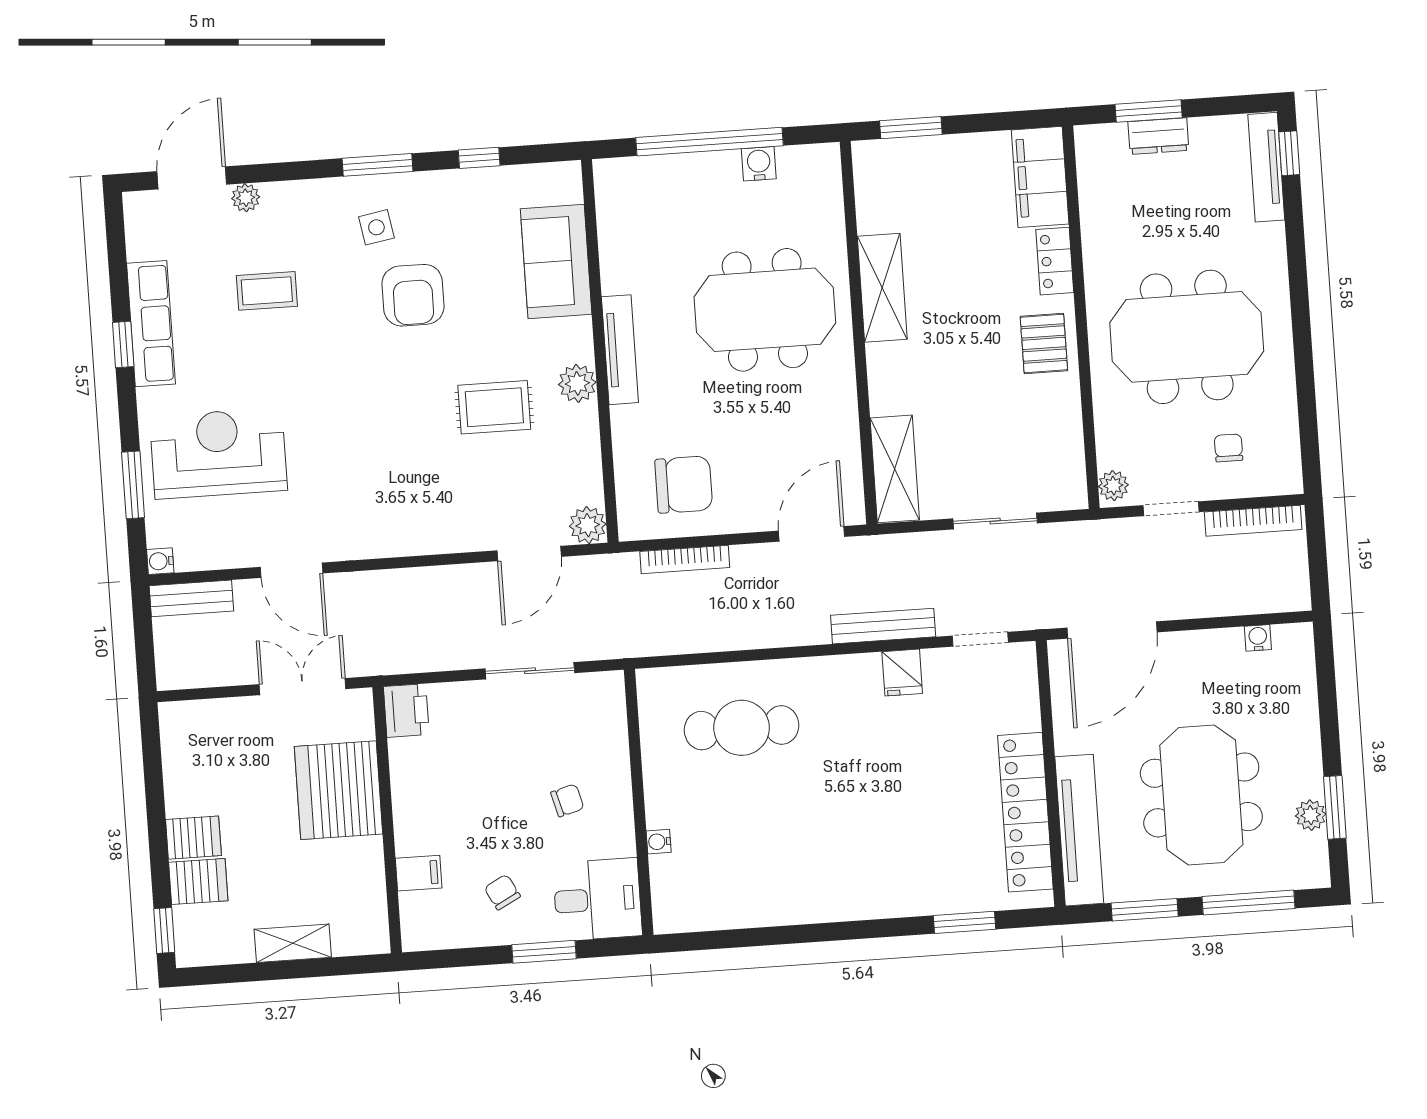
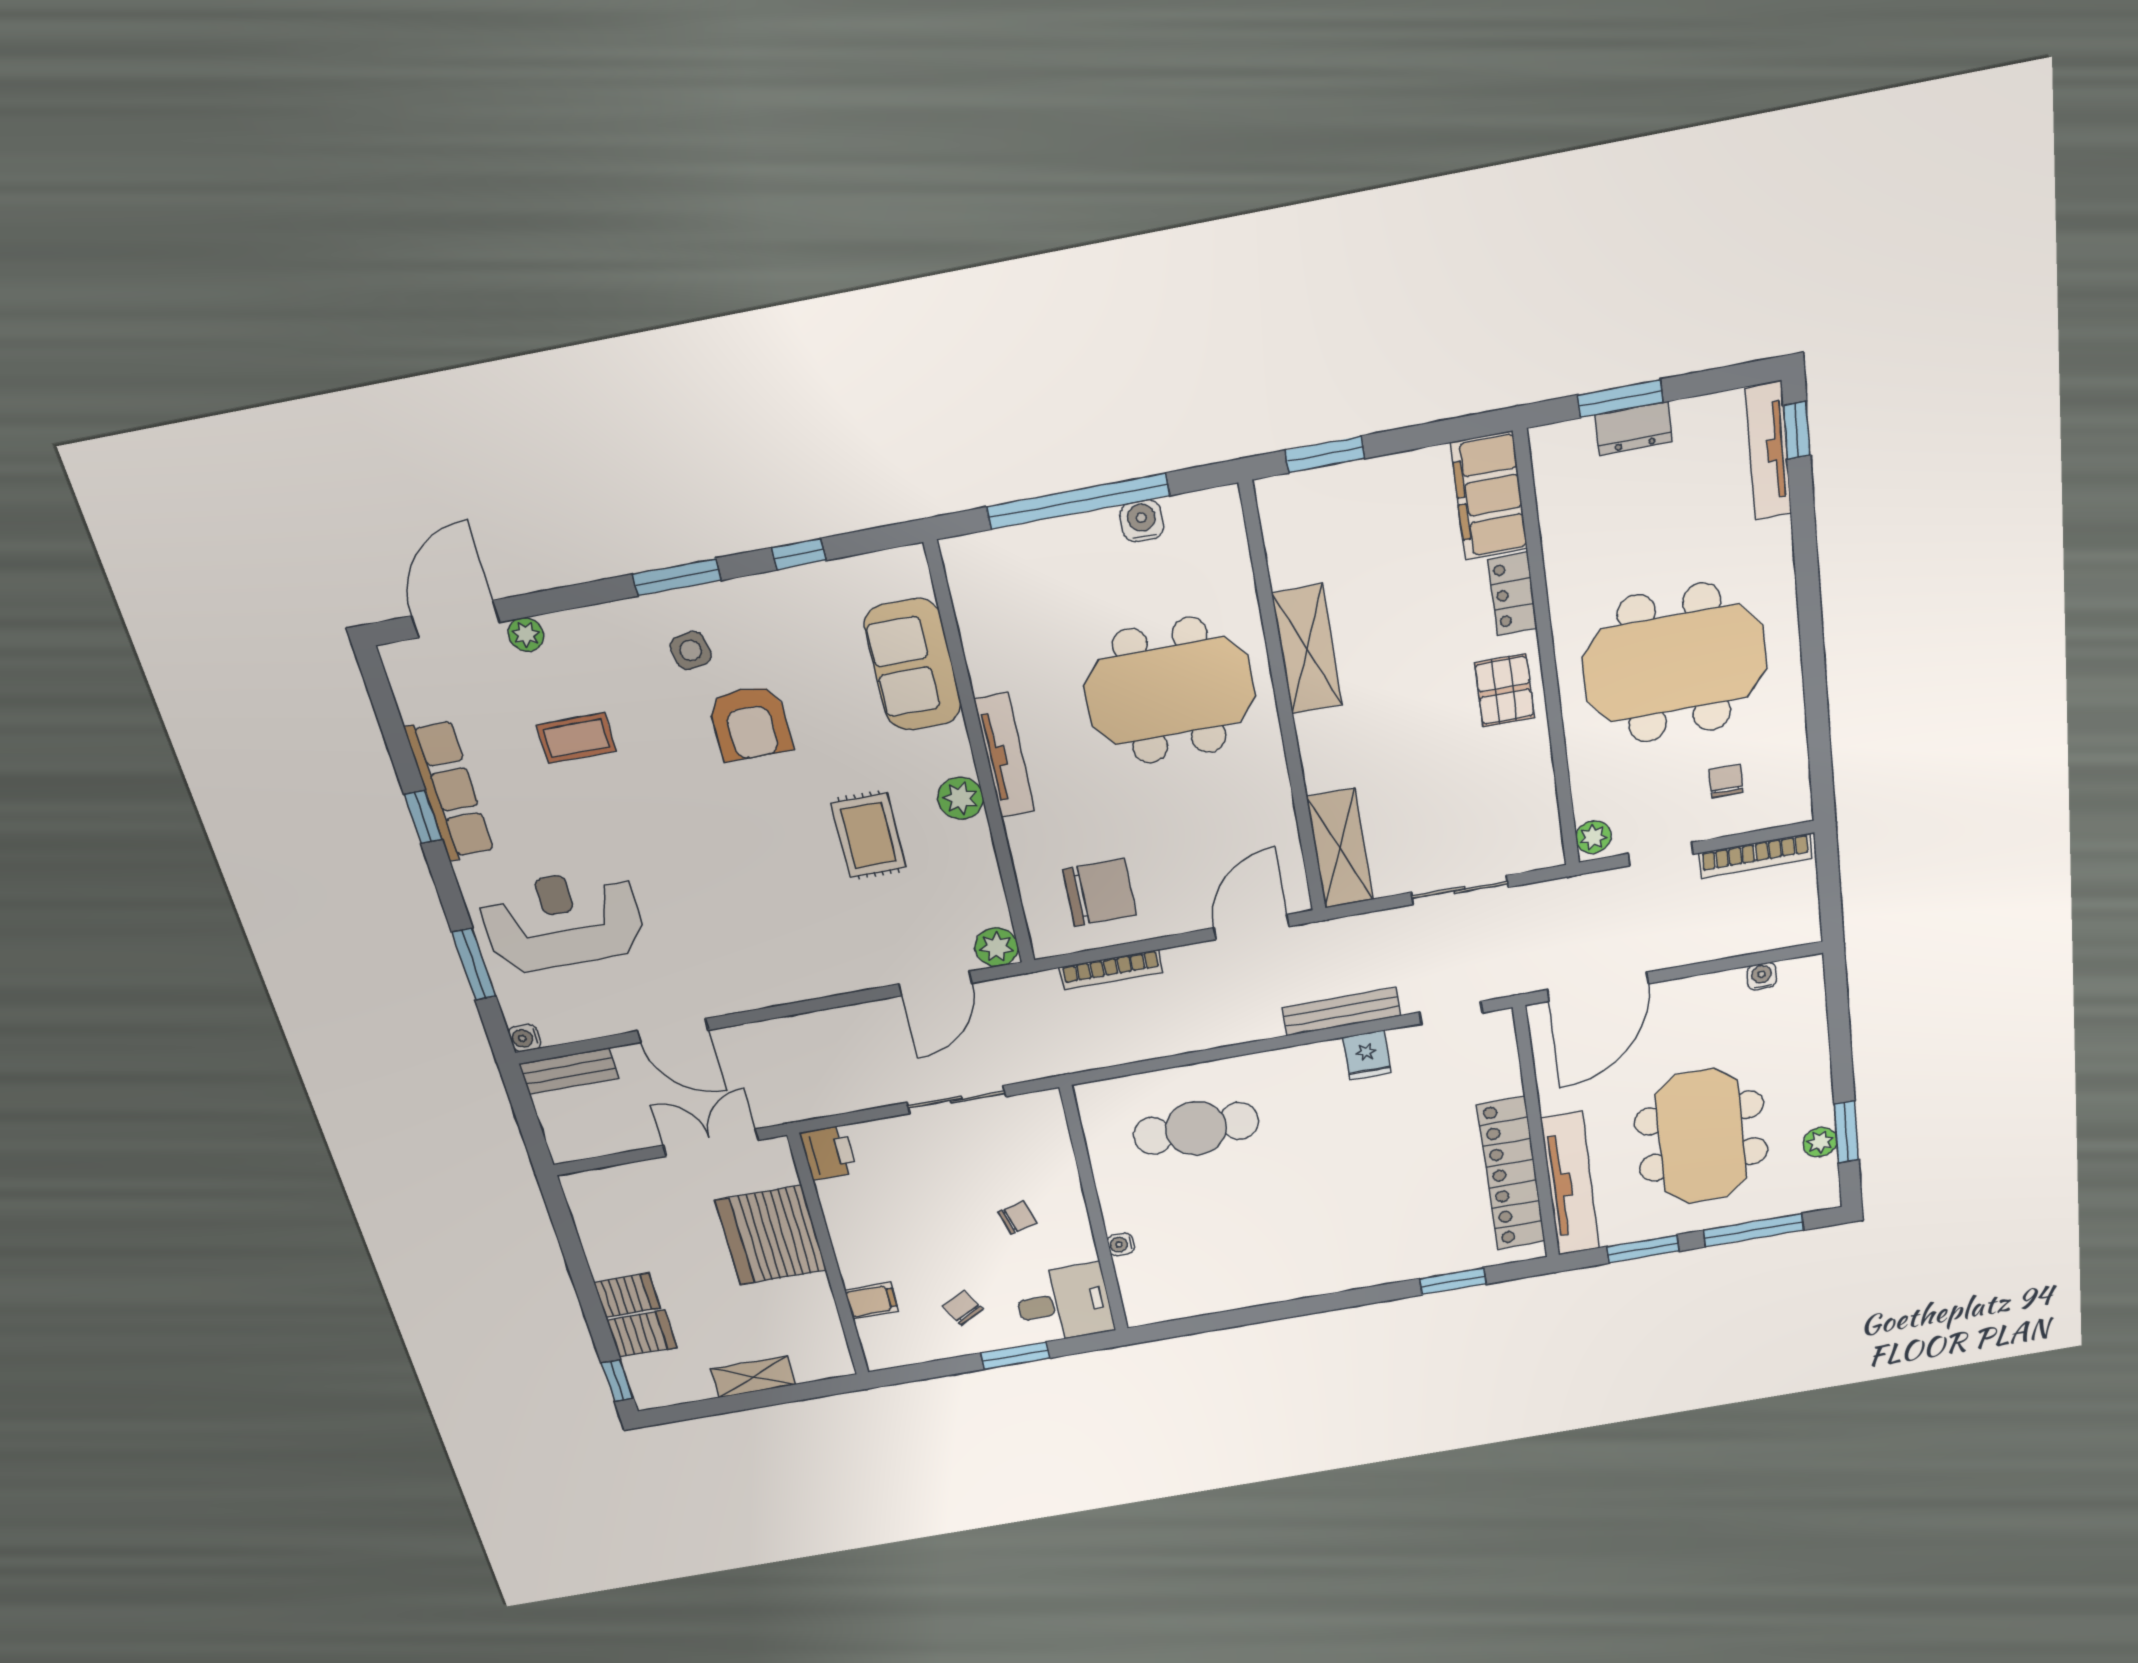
rug: (494, 407) -> (869, 835), turned 90

